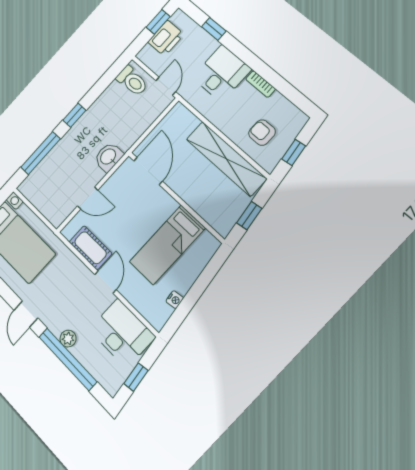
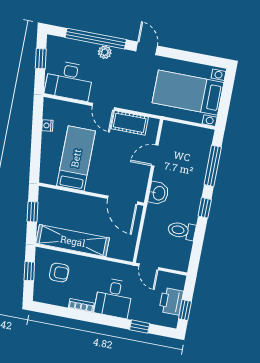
toilet: (132, 81) -> (182, 231), moved

